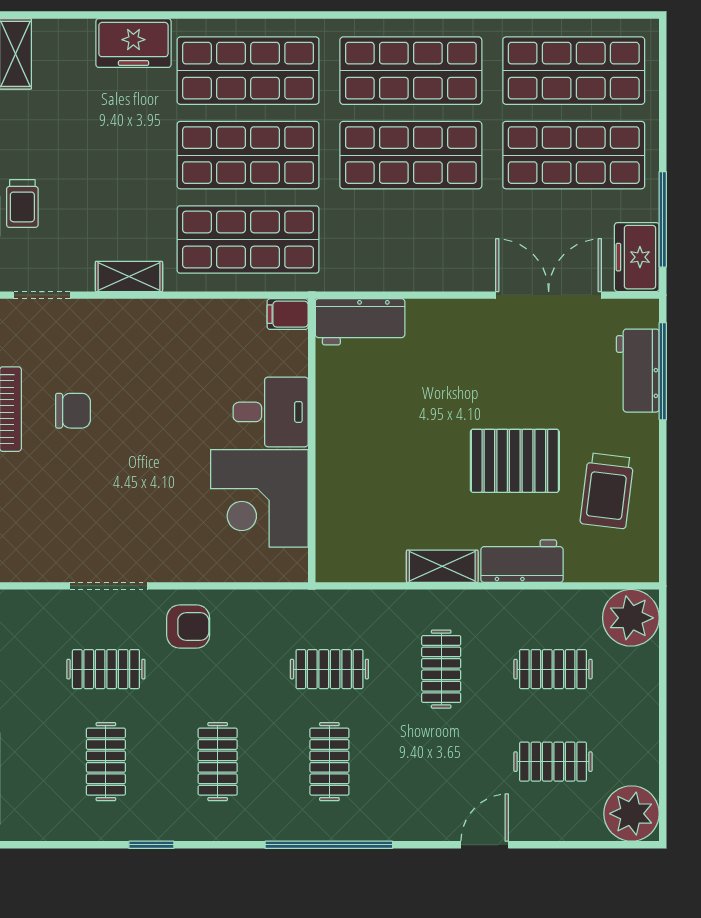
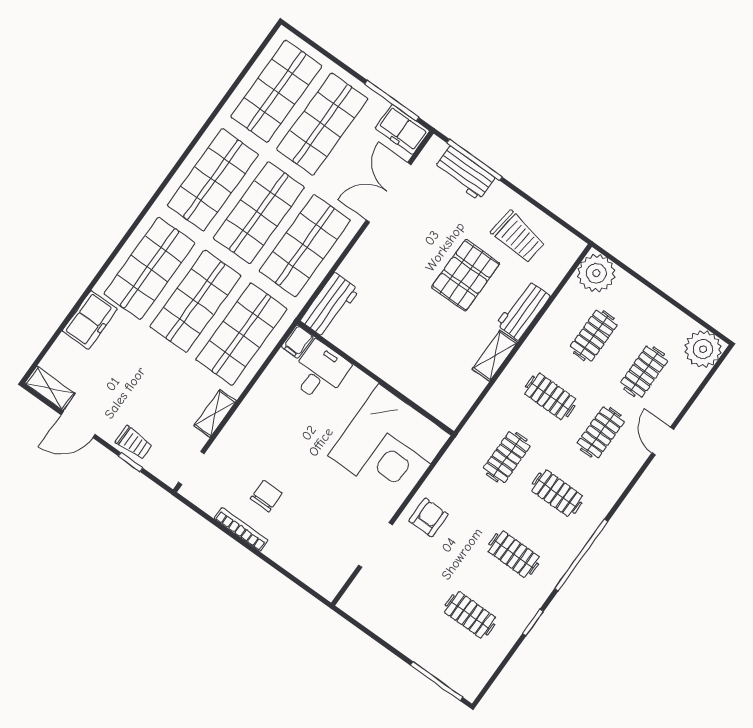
shop shelf: (411, 240) -> (305, 246), added
desk: (271, 412) -> (320, 372), moved
corner desk: (259, 498) -> (389, 445), width x1.36, depth x1.36
clothes rail: (106, 669) -> (601, 432), moved
window: (329, 845) -> (581, 555), moved

